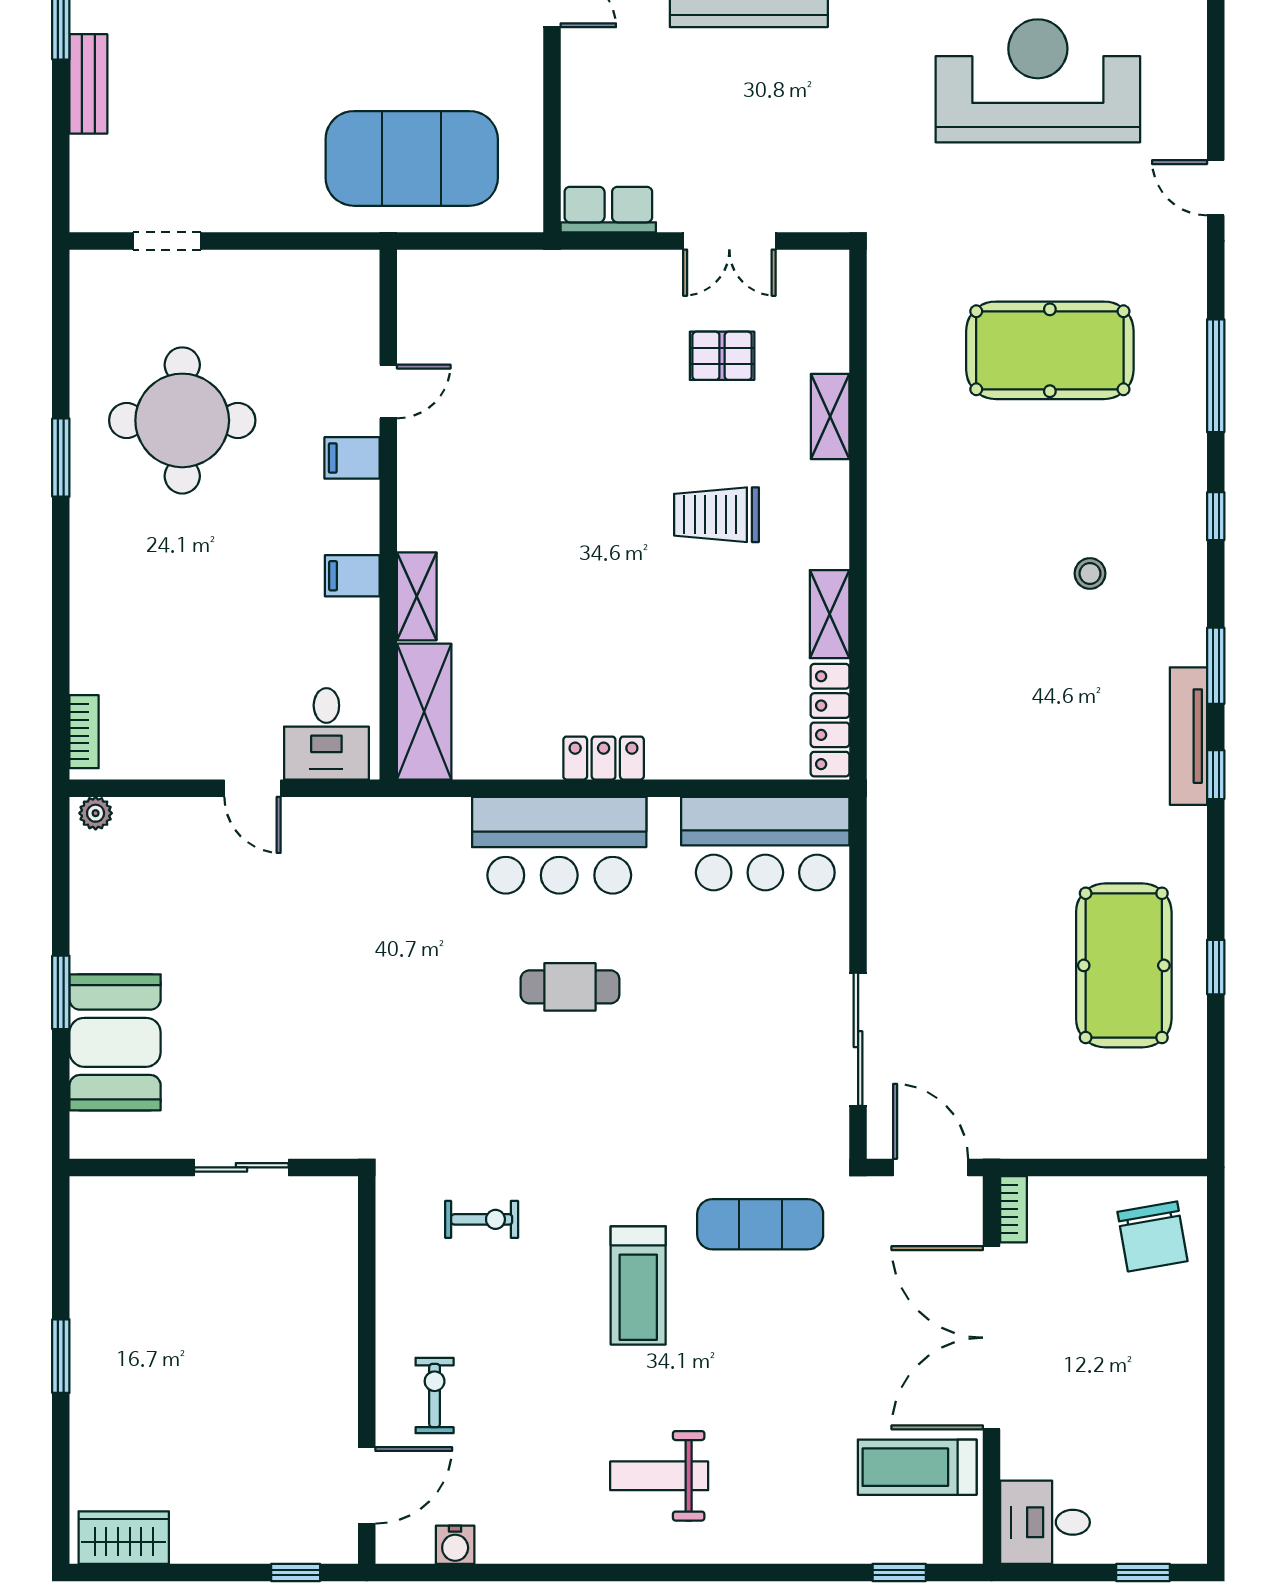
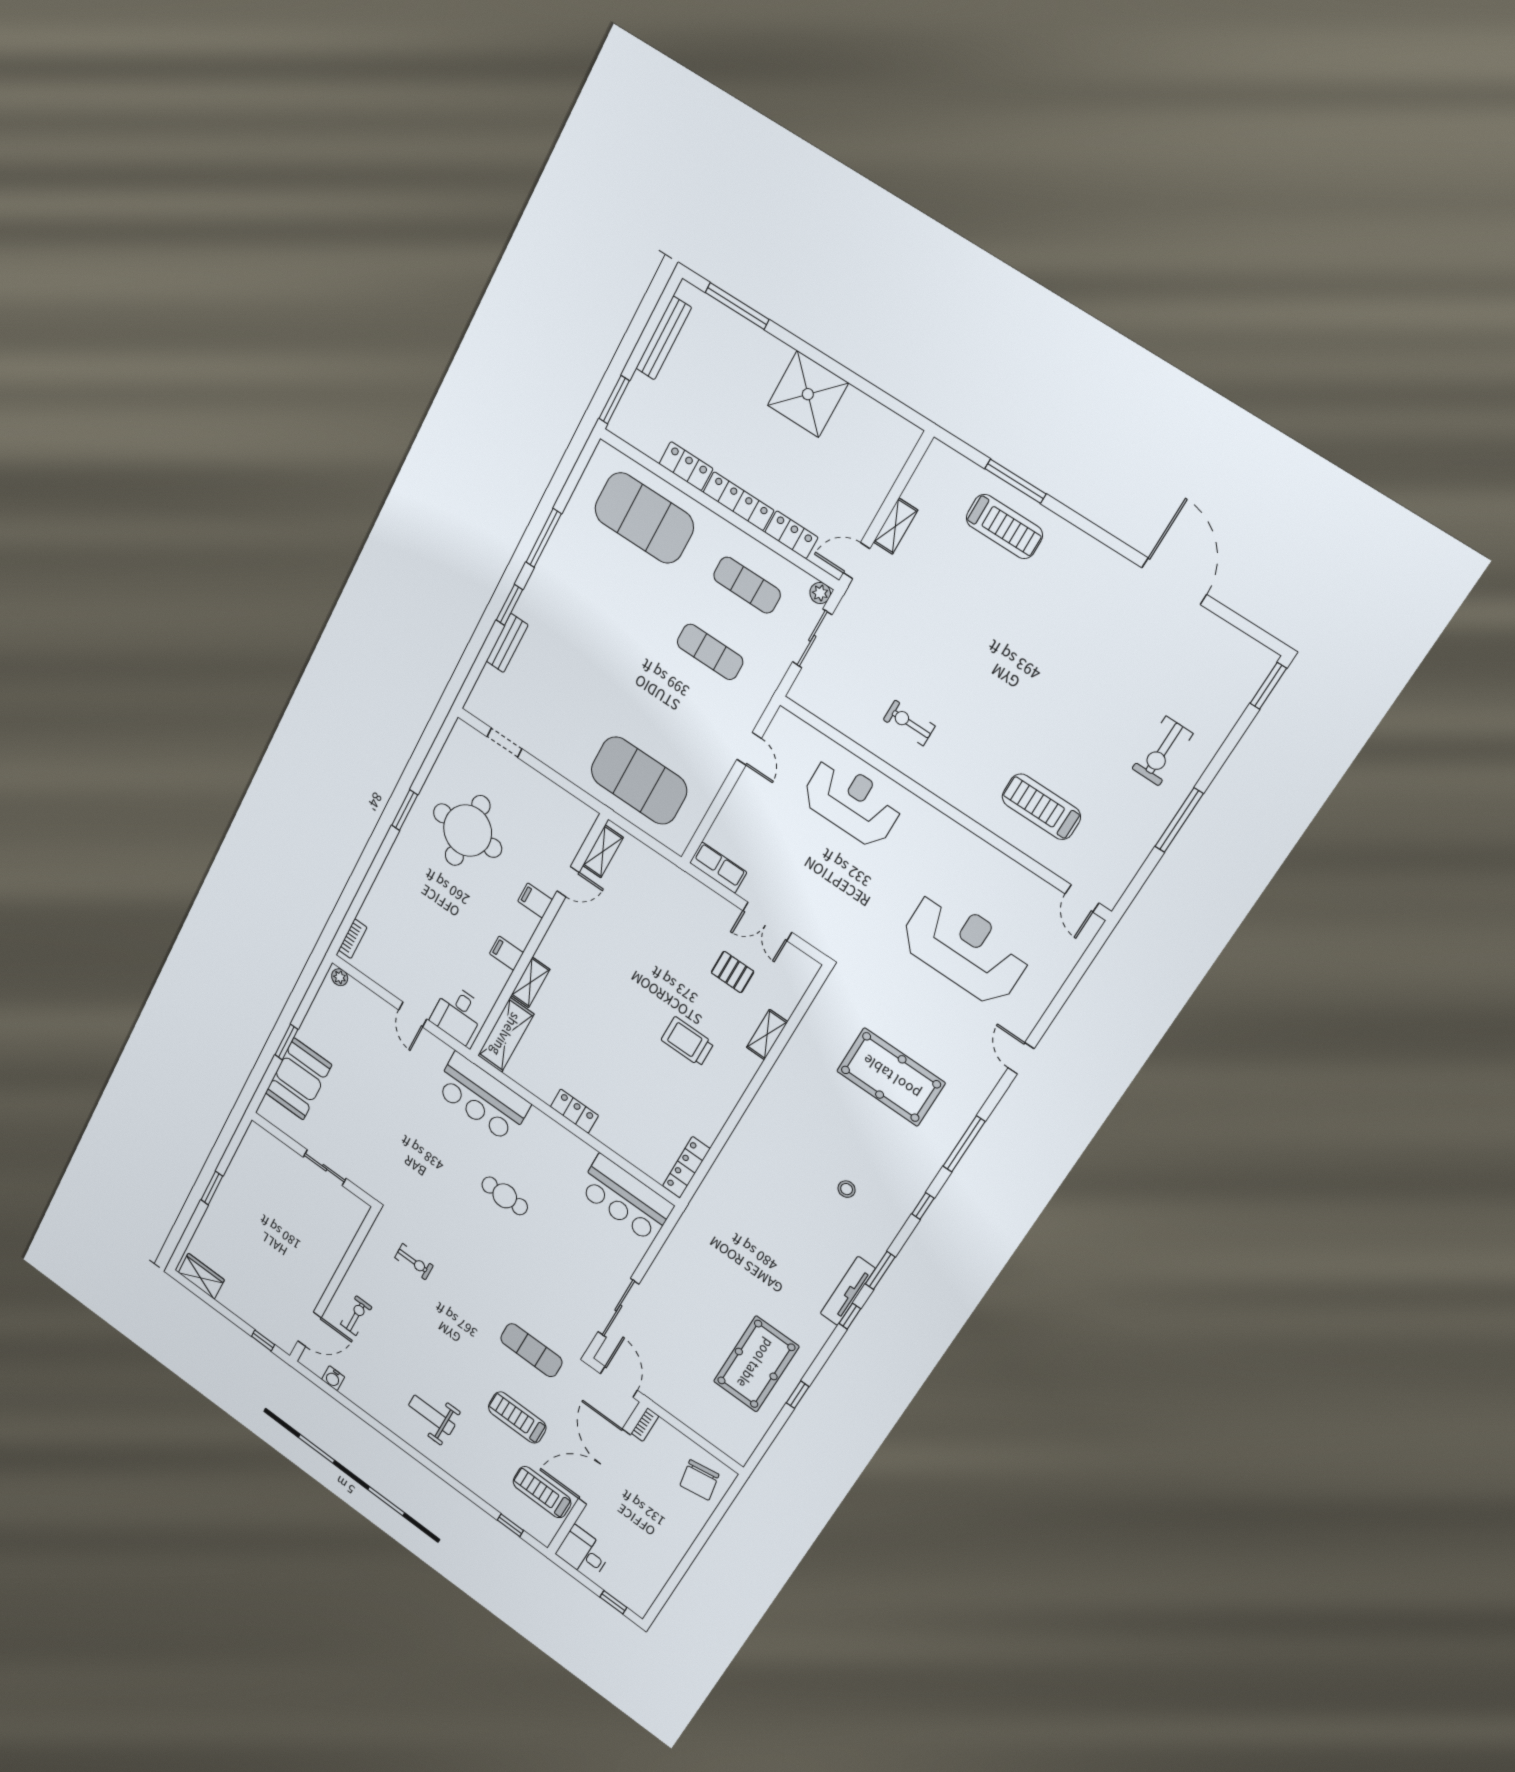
shelving: (830, 614) -> (603, 851), moved
bar counter: (559, 845) -> (482, 1097), moved
treadmill: (638, 1285) -> (517, 1417), moved, turned 90

